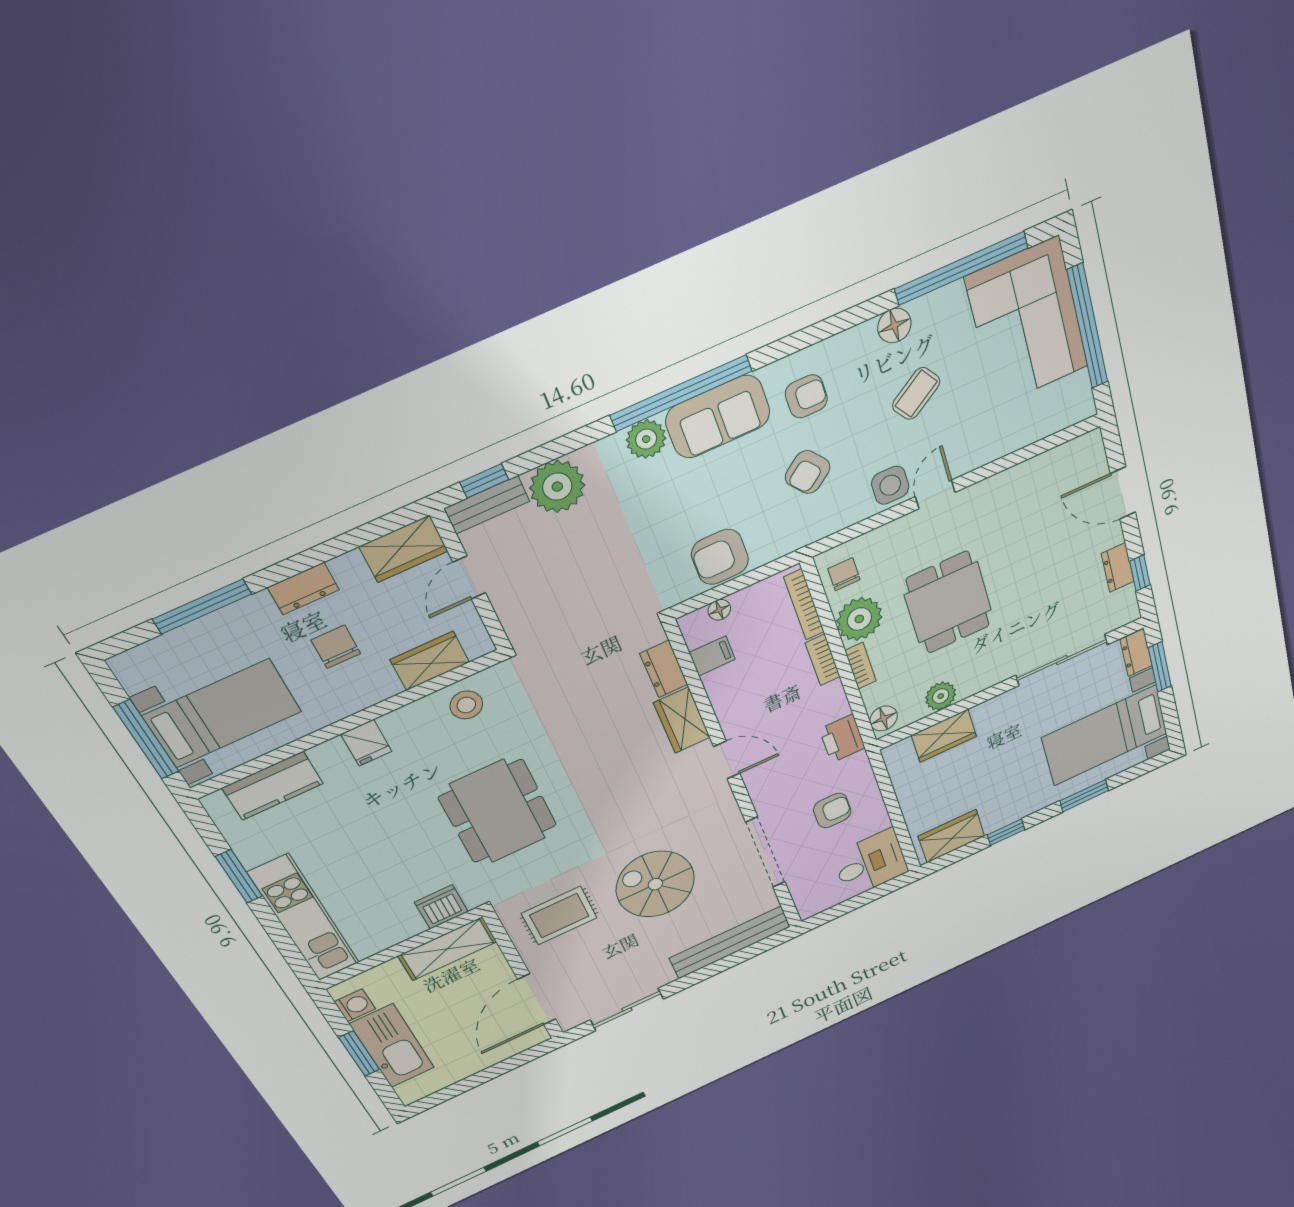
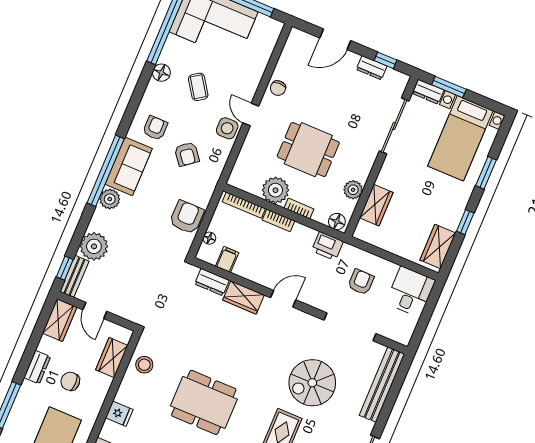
armchair: (720, 557) -> (187, 217), turned 180
chair: (844, 574) -> (278, 88), moved, turned -90

